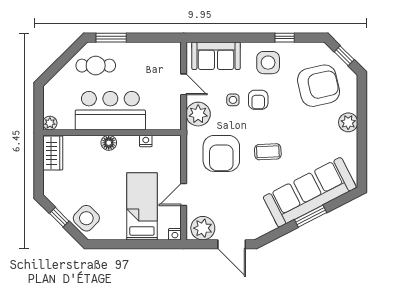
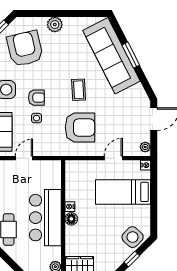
plant: (198, 114) -> (48, 146), removed
nightstand: (146, 141) -> (70, 207), moved
door: (184, 194) -> (113, 158), swing flipped
plant: (203, 228) -> (145, 147), width x0.53, depth x0.53

